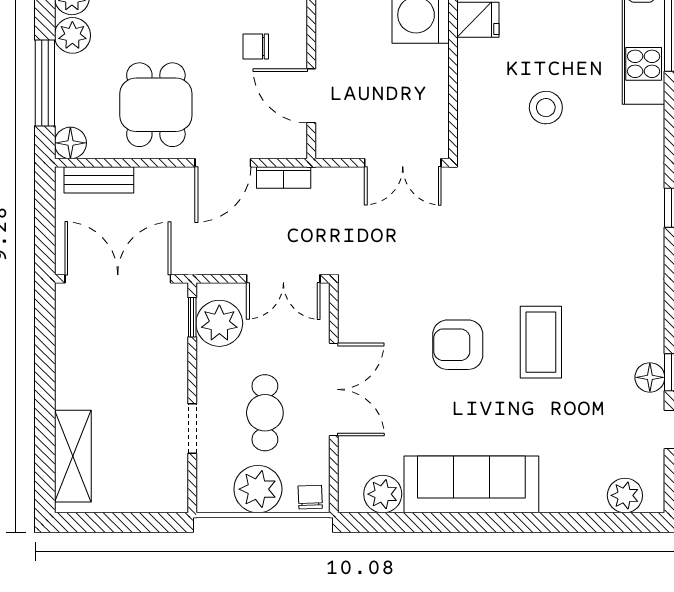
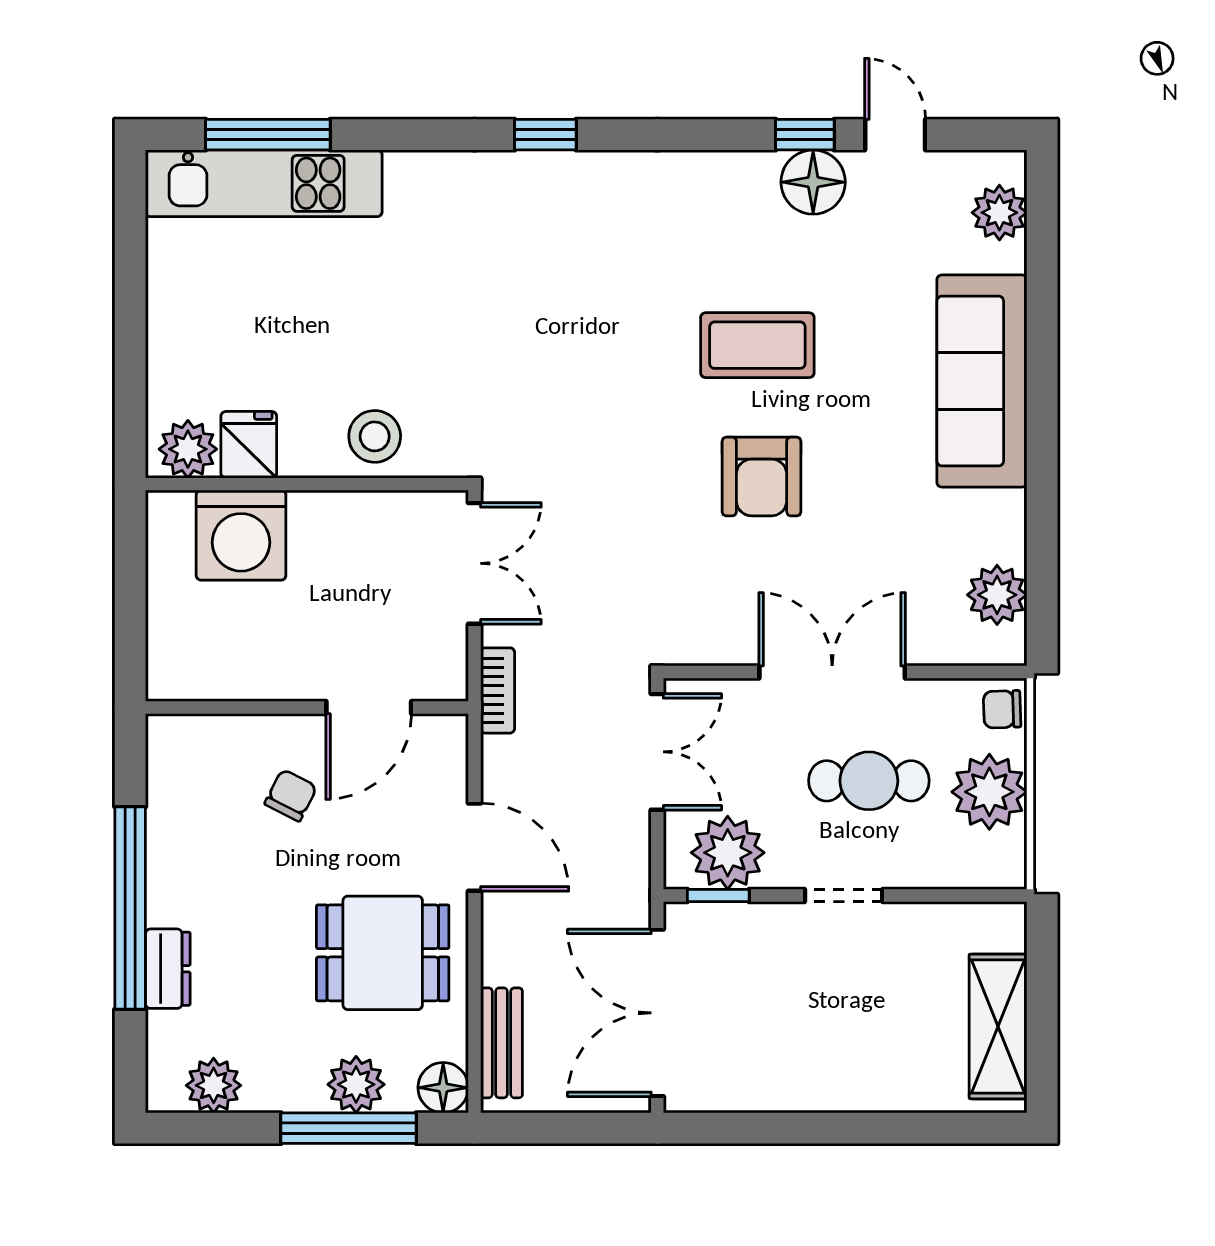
plant: (72, 35) -> (356, 1084), moved
chair: (256, 46) -> (291, 795), turned -153
stool: (546, 108) -> (375, 436), moved
bookcase: (284, 177) -> (498, 690), moved
floor lamp: (650, 377) -> (813, 182), width x1.38, depth x1.38
doorway: (192, 428) -> (844, 895), moved
shelving: (73, 456) -> (998, 1026), moved, turned 90
sofa: (471, 484) -> (982, 381), moved

